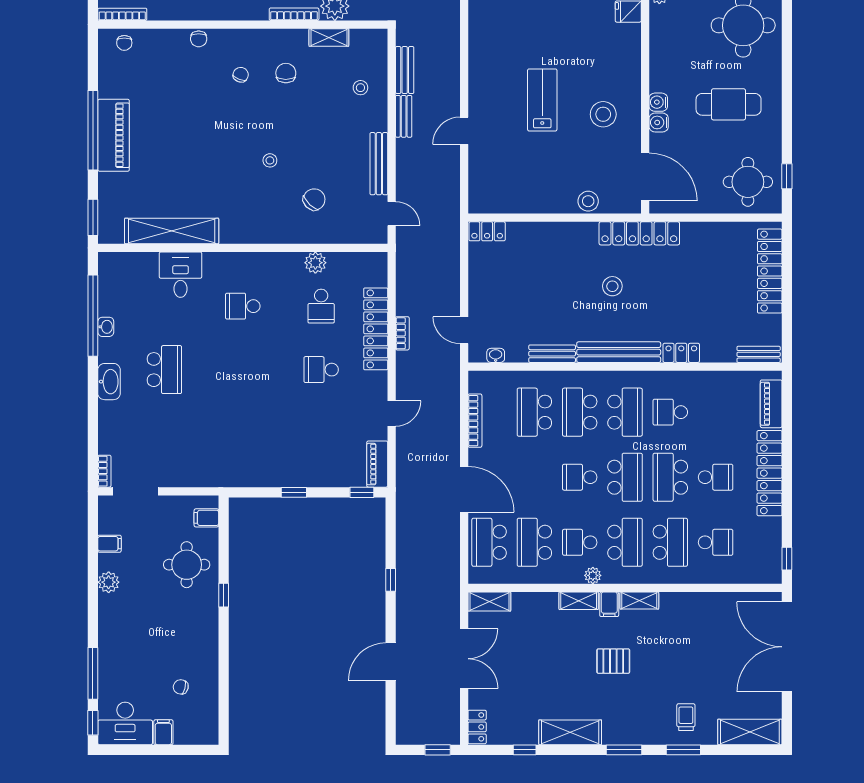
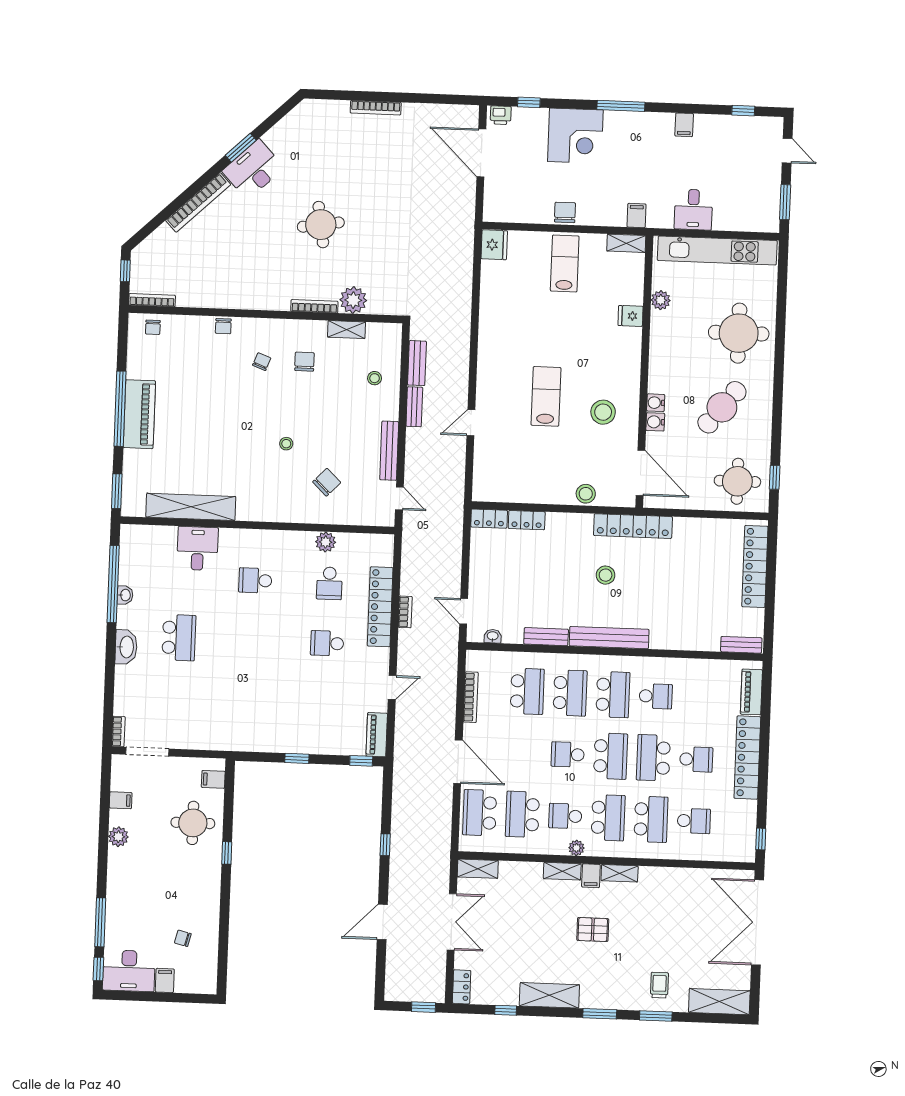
cafe table: (729, 104) -> (722, 407), turned -51
locker: (681, 353) -> (527, 520), moved, turned 180
school desk: (534, 412) -> (527, 691), turned 180
school desk: (580, 412) -> (570, 693), turned 180
school desk: (670, 412) -> (656, 696), turned 180

